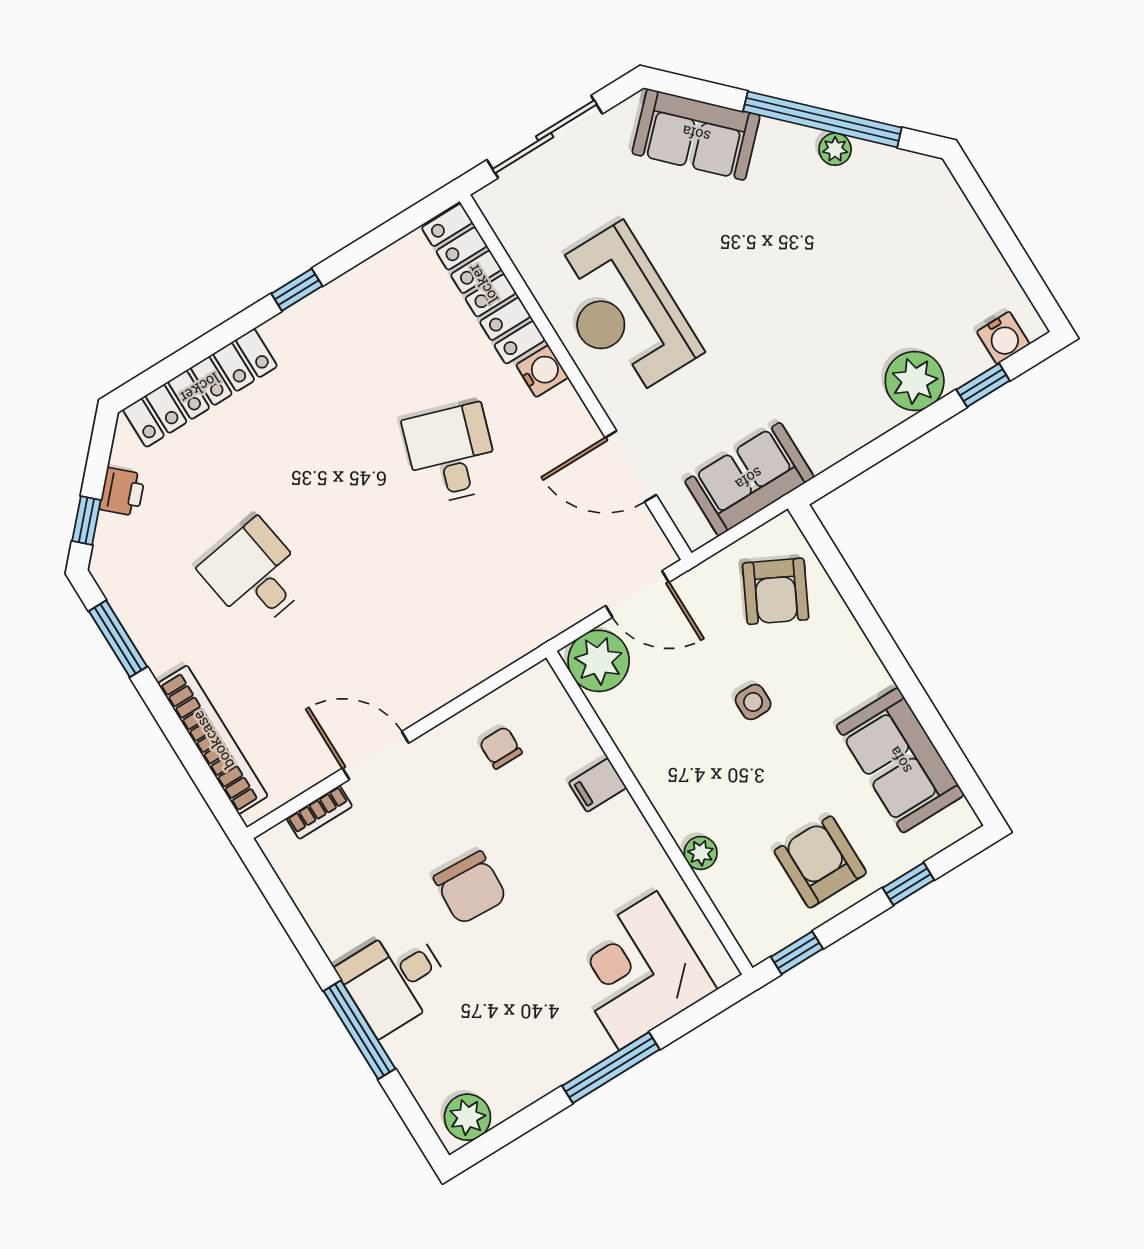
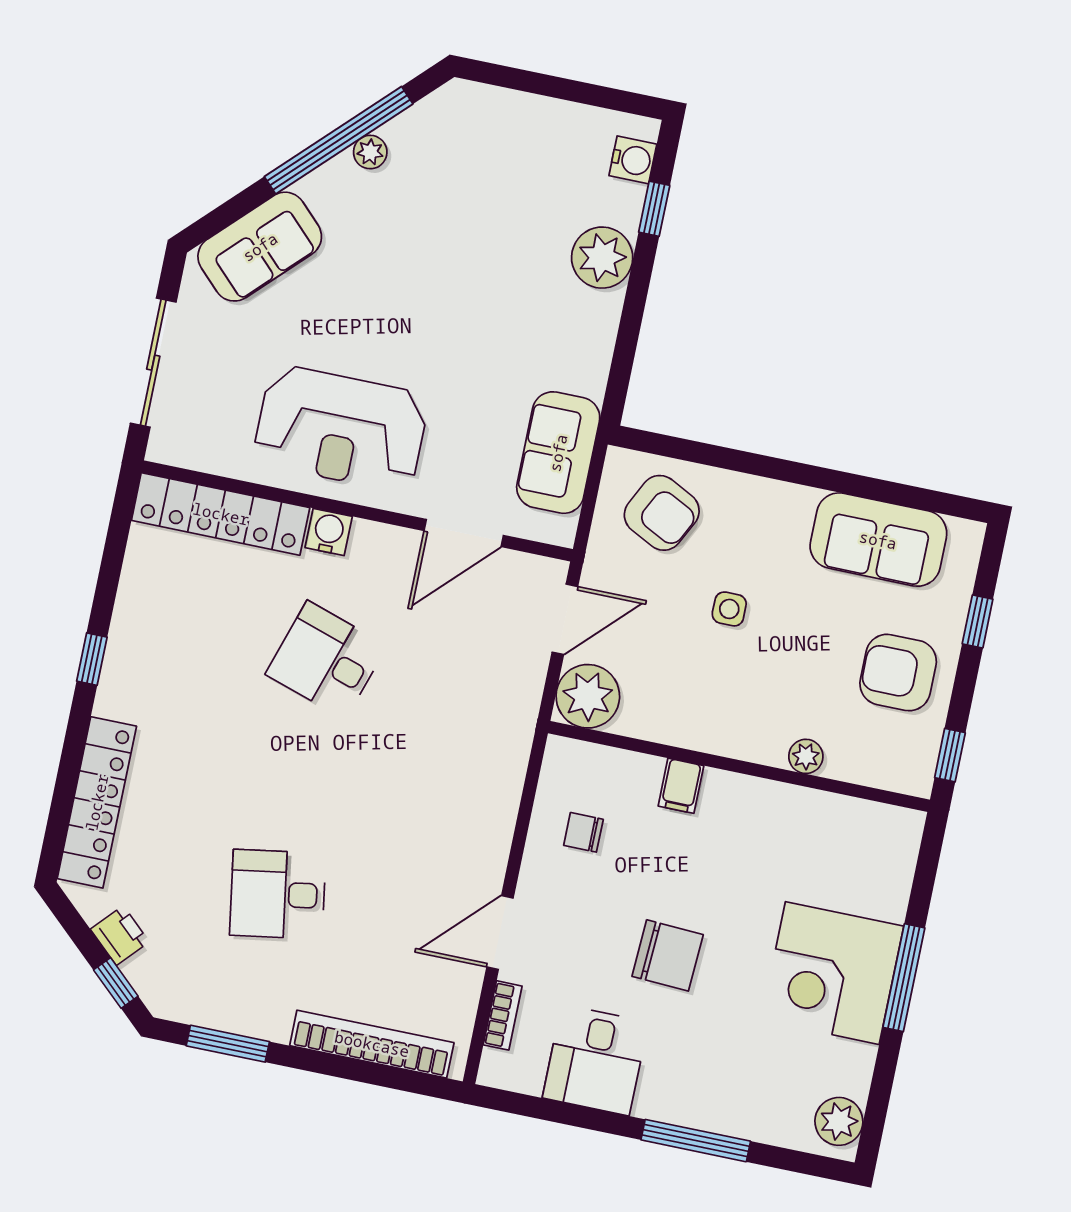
corner desk: (638, 971) -> (832, 973), moved
desk: (395, 980) -> (595, 1060), moved

